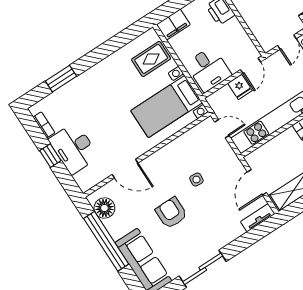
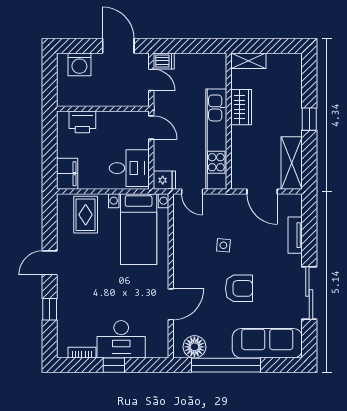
door: (97, 56) -> (50, 263), added
window: (61, 79) -> (50, 309), width x0.67
fridge: (240, 87) -> (164, 180), moved
door: (222, 129) -> (192, 191), swing flipped
armchair: (171, 213) -> (239, 288), turned 180
tv unit: (258, 218) -> (295, 235), moved

